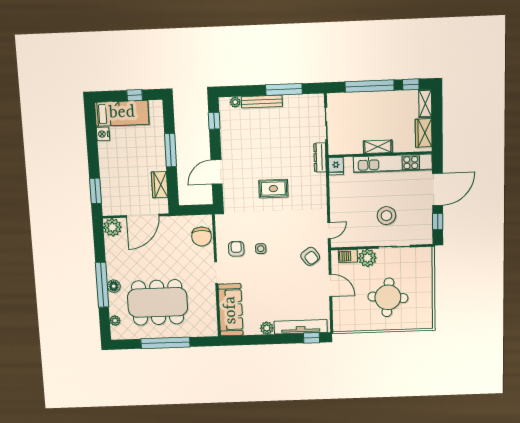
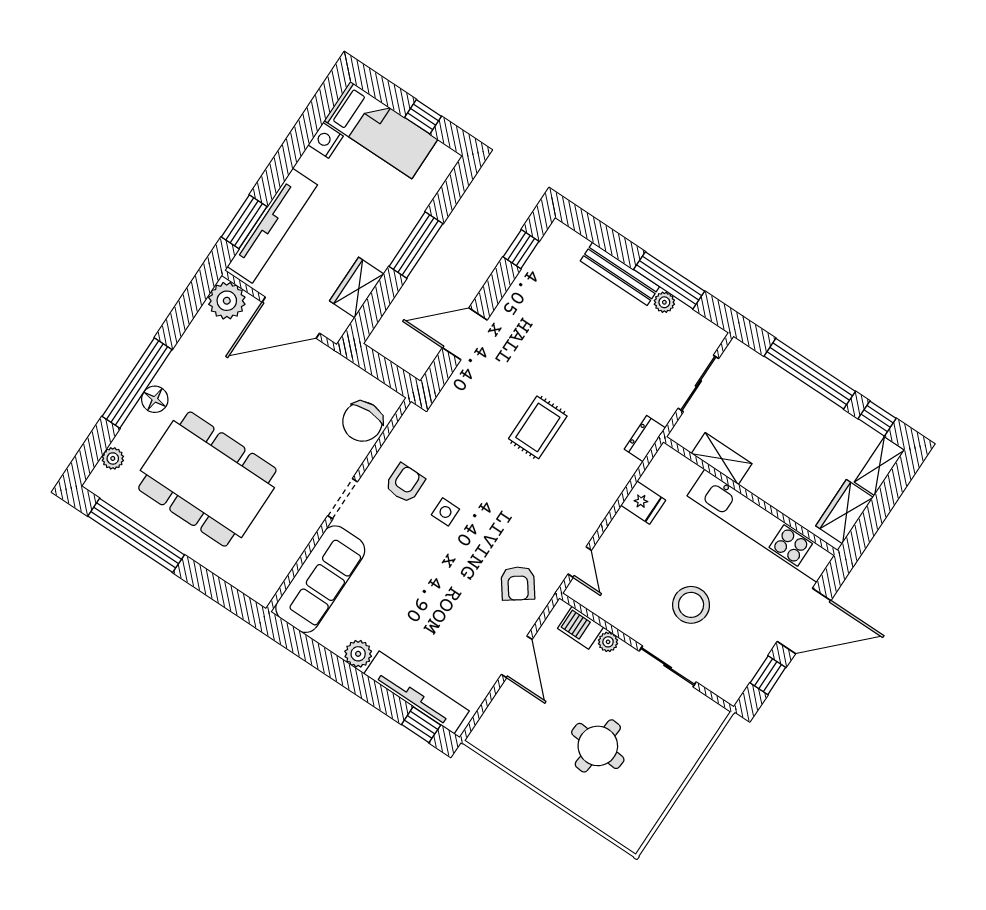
plant: (235, 102) -> (664, 302), moved
shelving: (378, 147) -> (722, 459), moved
dresser: (320, 157) -> (645, 439), width x0.70
fridge: (336, 166) -> (643, 503), moved, turned -90
tv unit: (108, 184) -> (272, 226), added
rug: (273, 189) -> (538, 427), turned 90
door: (329, 230) -> (580, 562), hinge flipped
plant: (367, 258) -> (608, 642), width x0.53, depth x0.53
round table: (388, 297) -> (598, 746), width x0.73, depth x0.73
window: (165, 343) -> (136, 535), moved

